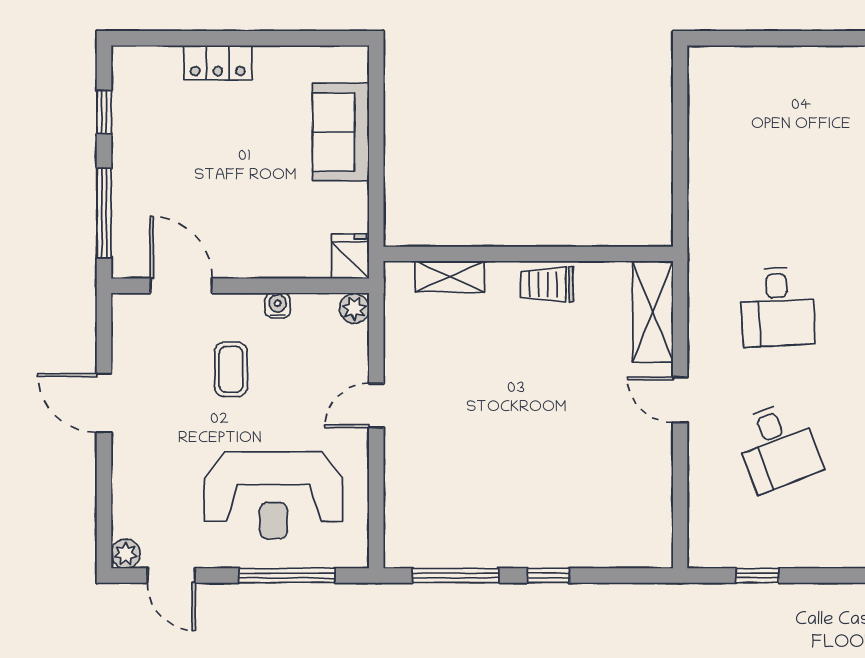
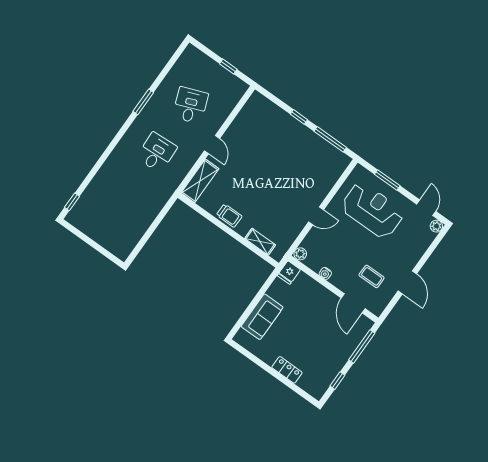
coffee table: (231, 369) -> (372, 276), moved, turned 90
window: (287, 576) -> (387, 180), width x0.69

